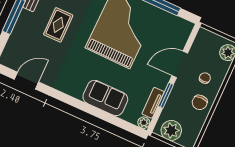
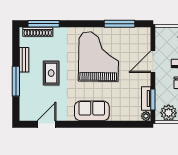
window: (166, 95) -> (153, 99), moved
sofa: (105, 98) -> (92, 111), moved

